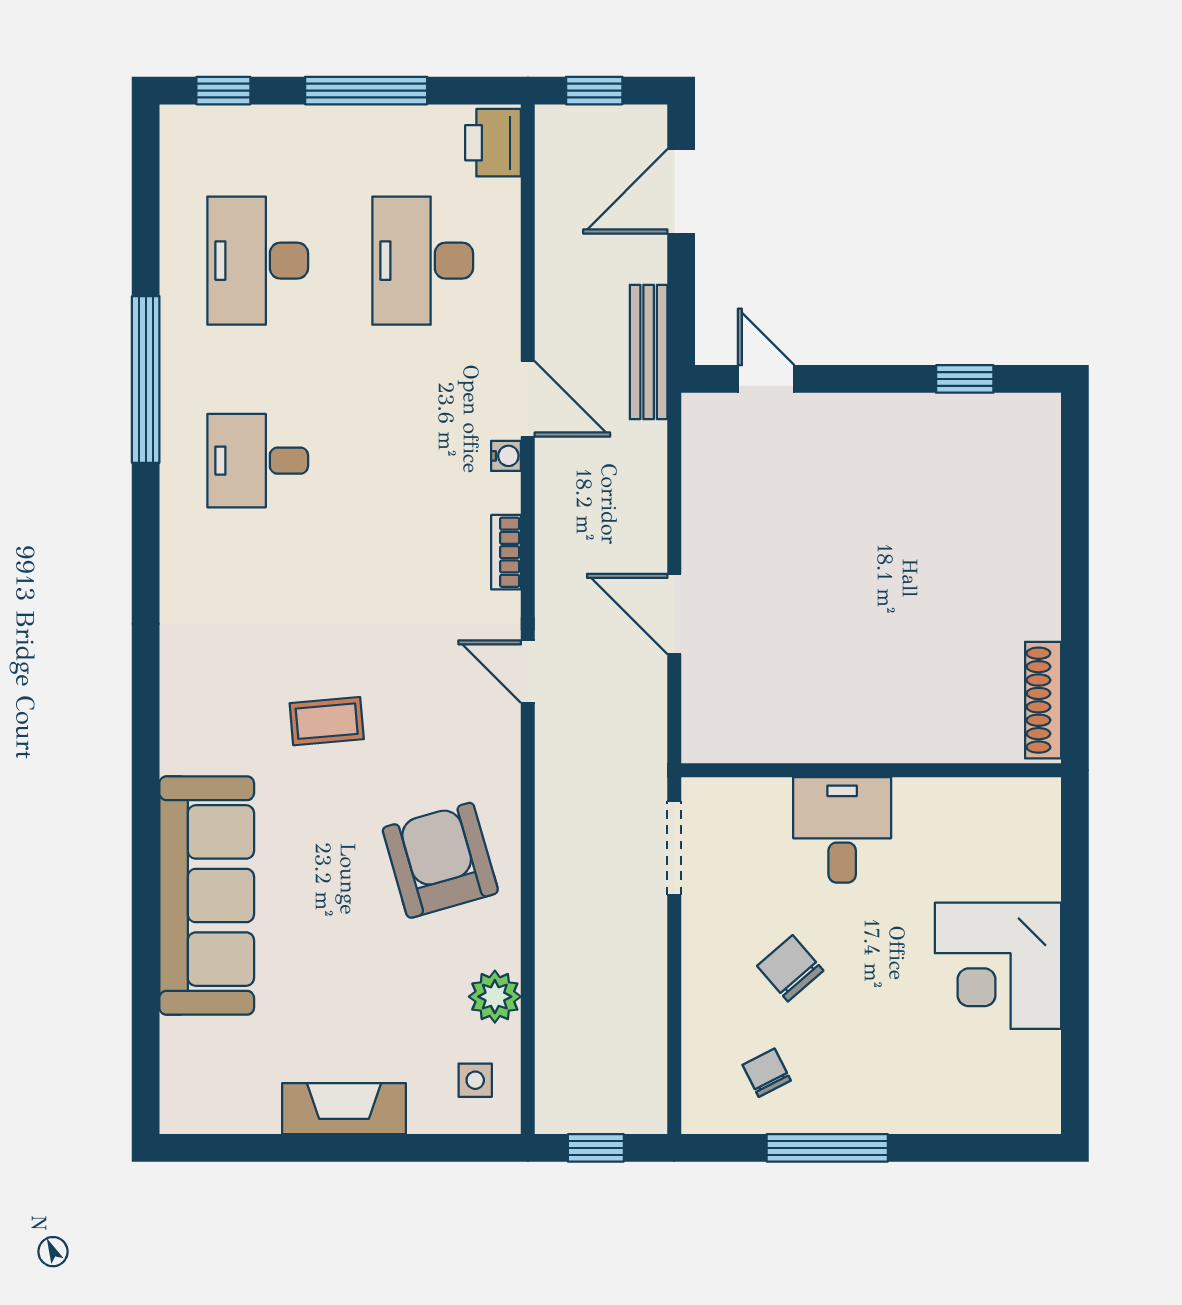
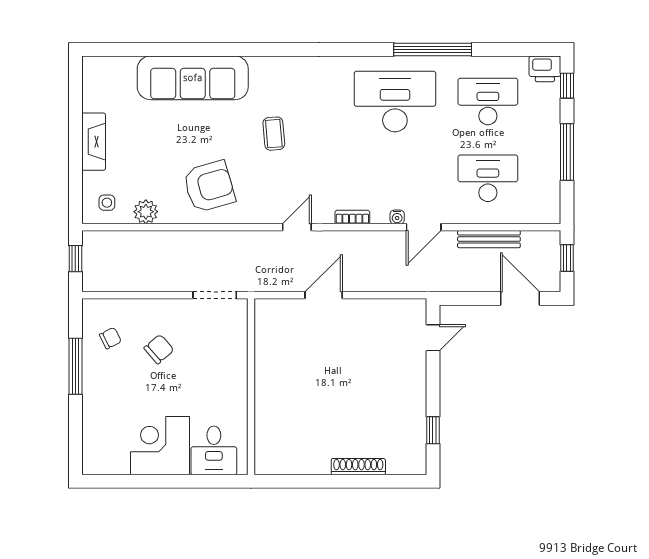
printer: (493, 143) -> (545, 69), moved, turned 180
bench: (649, 352) -> (489, 239), moved
desk: (258, 461) -> (395, 102), width x1.87, depth x1.30
shoe rack: (1043, 700) -> (358, 467), moved
desk: (842, 830) -> (214, 450), moved, turned 90

